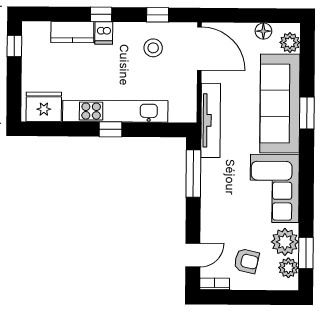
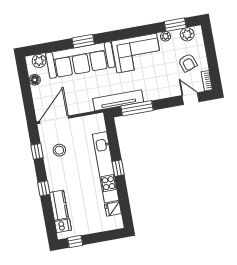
dishwasher: (104, 33) -> (63, 226), moved
fridge: (44, 107) -> (113, 209), width x0.53, depth x0.75
tv unit: (211, 120) -> (118, 100), moved
plant: (285, 242) -> (166, 36), width x0.53, depth x0.53
armchair: (247, 261) -> (188, 63), turned 148

